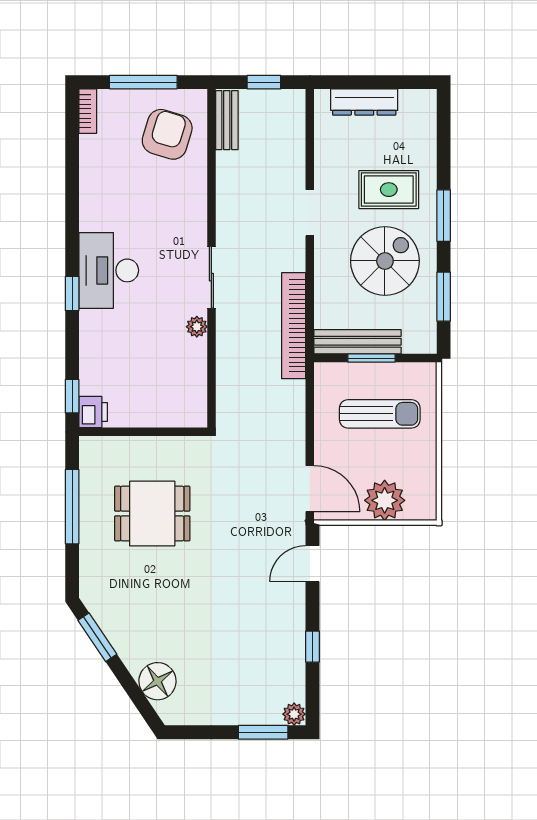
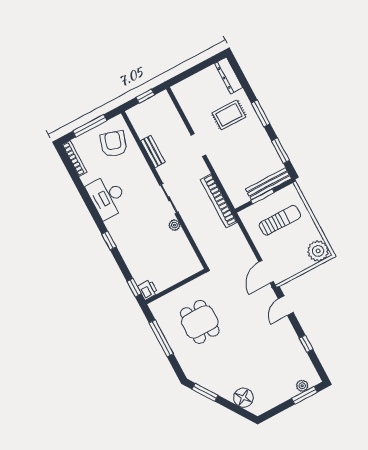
dresser: (364, 102) -> (229, 76), moved, turned 90
bookcase: (88, 111) -> (74, 159), width x1.56
bench: (227, 120) -> (153, 151), moved
spiral stairs: (385, 261) -> (245, 149), removed
desk: (109, 270) -> (107, 197), moved
bench: (357, 342) -> (268, 184), moved
door: (310, 489) -> (266, 272), swing flipped
plant: (385, 500) -> (318, 251), moved
dining table: (152, 514) -> (200, 322), turned 90
plant: (294, 714) -> (302, 386), moved

